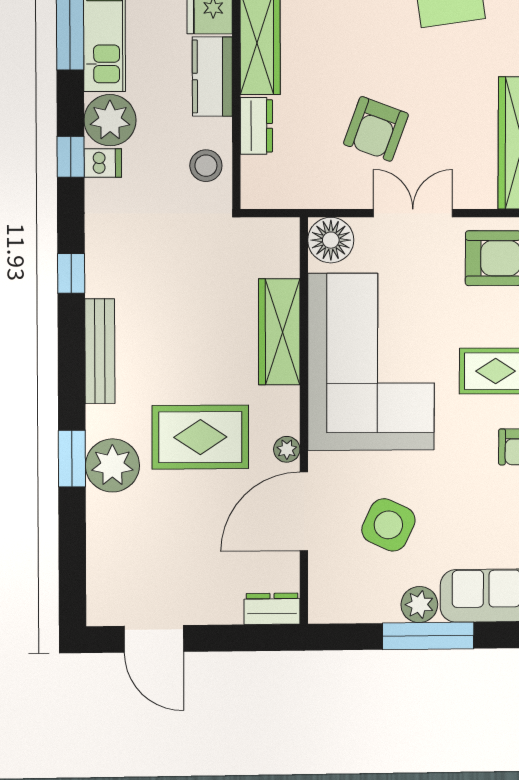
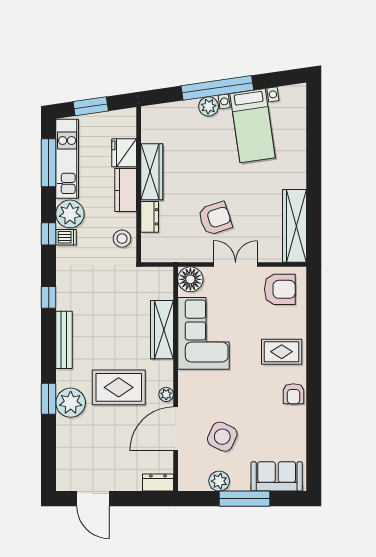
armchair: (376, 129) -> (215, 218), turned -128
corner sofa: (371, 362) -> (203, 333), width x0.73, depth x0.74
plant: (419, 605) -> (219, 481), moved

